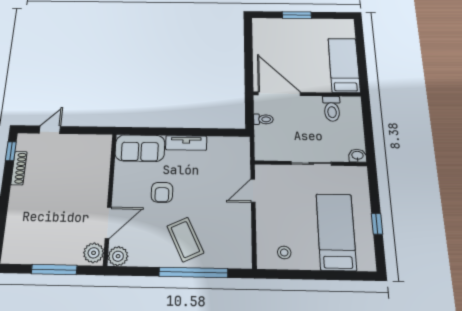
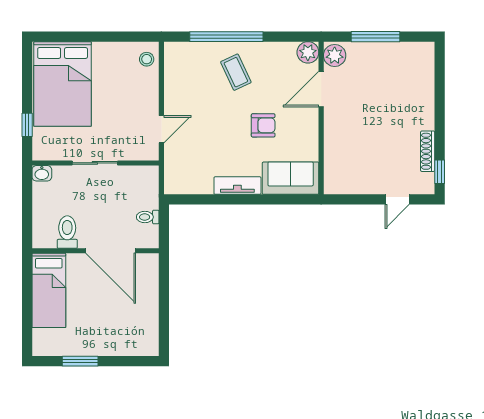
window: (297, 15) -> (80, 361), moved
door: (279, 94) -> (111, 251), moved
armchair: (162, 192) -> (263, 125), turned 90
window: (377, 224) -> (27, 125), moved
bed: (336, 232) -> (63, 84), width x1.50
coffee table: (185, 239) -> (236, 72), width x0.73, depth x0.77
stool: (284, 253) -> (147, 59), moved

